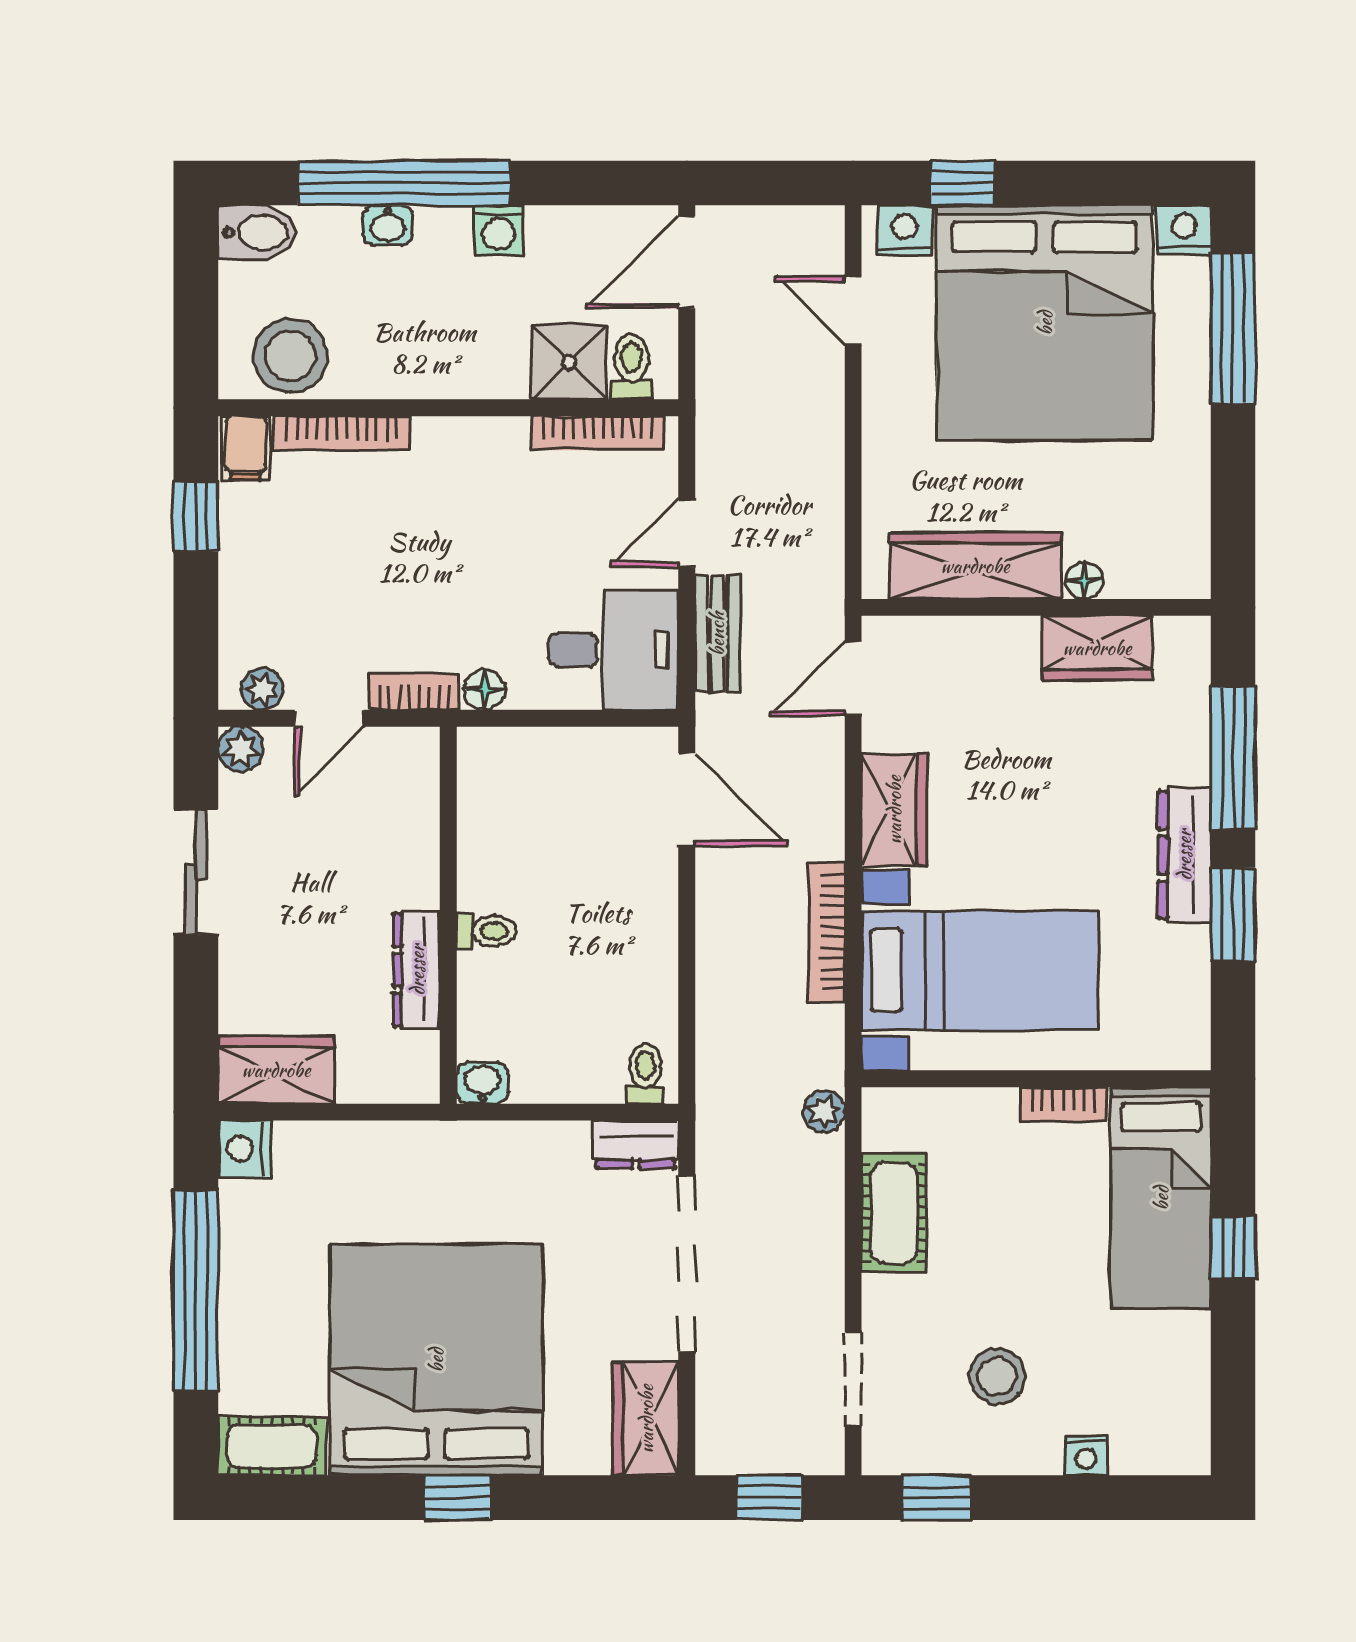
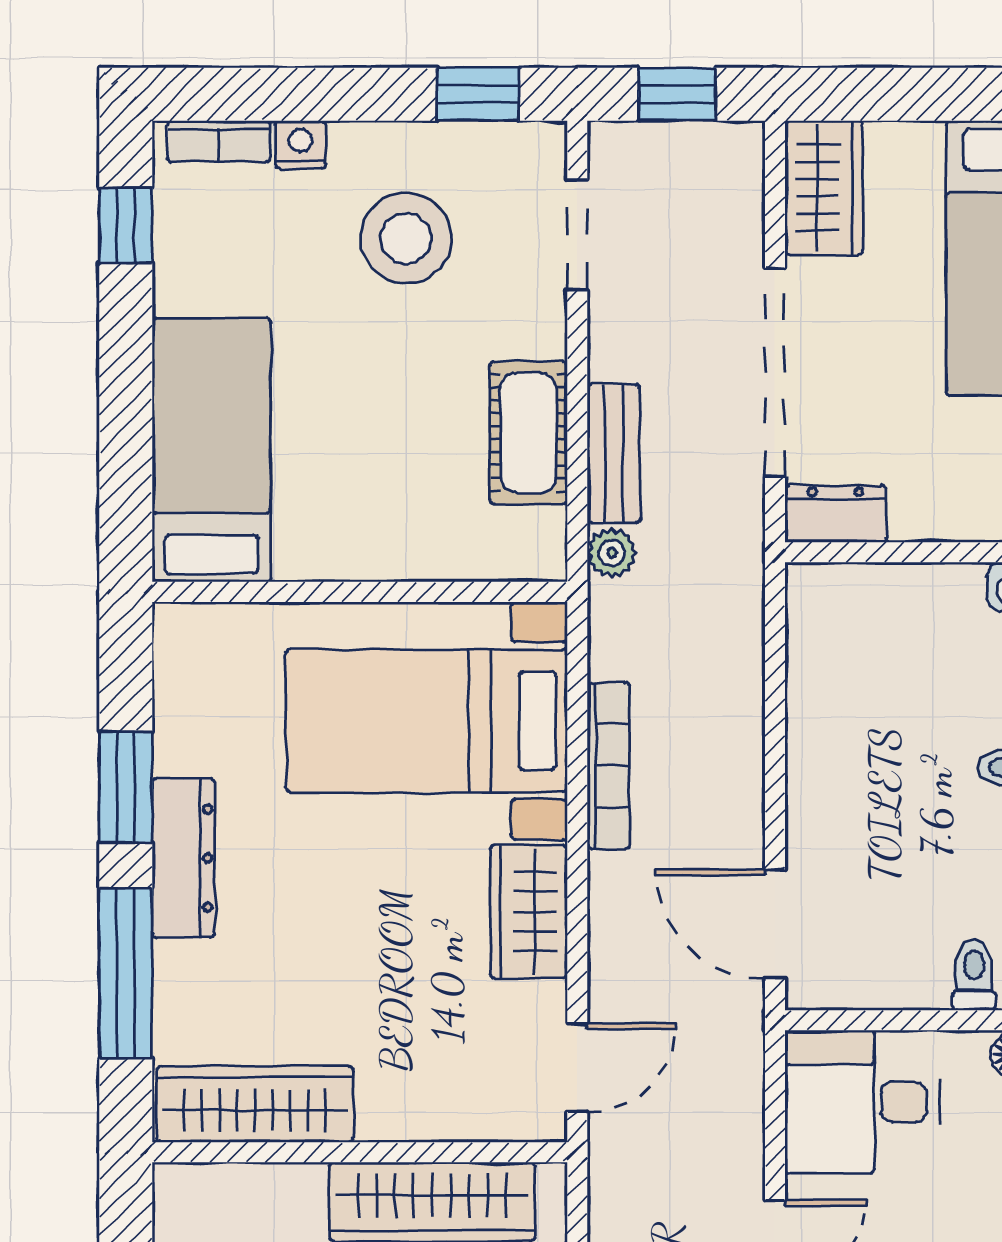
floor lamp: (1084, 580) -> (302, 1184), removed
bench: (717, 634) -> (614, 454), moved
wardrobe: (1097, 648) -> (255, 1104), width x1.50
toilet: (645, 1074) -> (974, 975), moved, turned 180
bookcase: (1063, 1104) -> (219, 141), moved, turned 180
window: (1233, 1248) -> (126, 225), moved
stool: (997, 1376) -> (406, 238), width x1.38, depth x1.38

